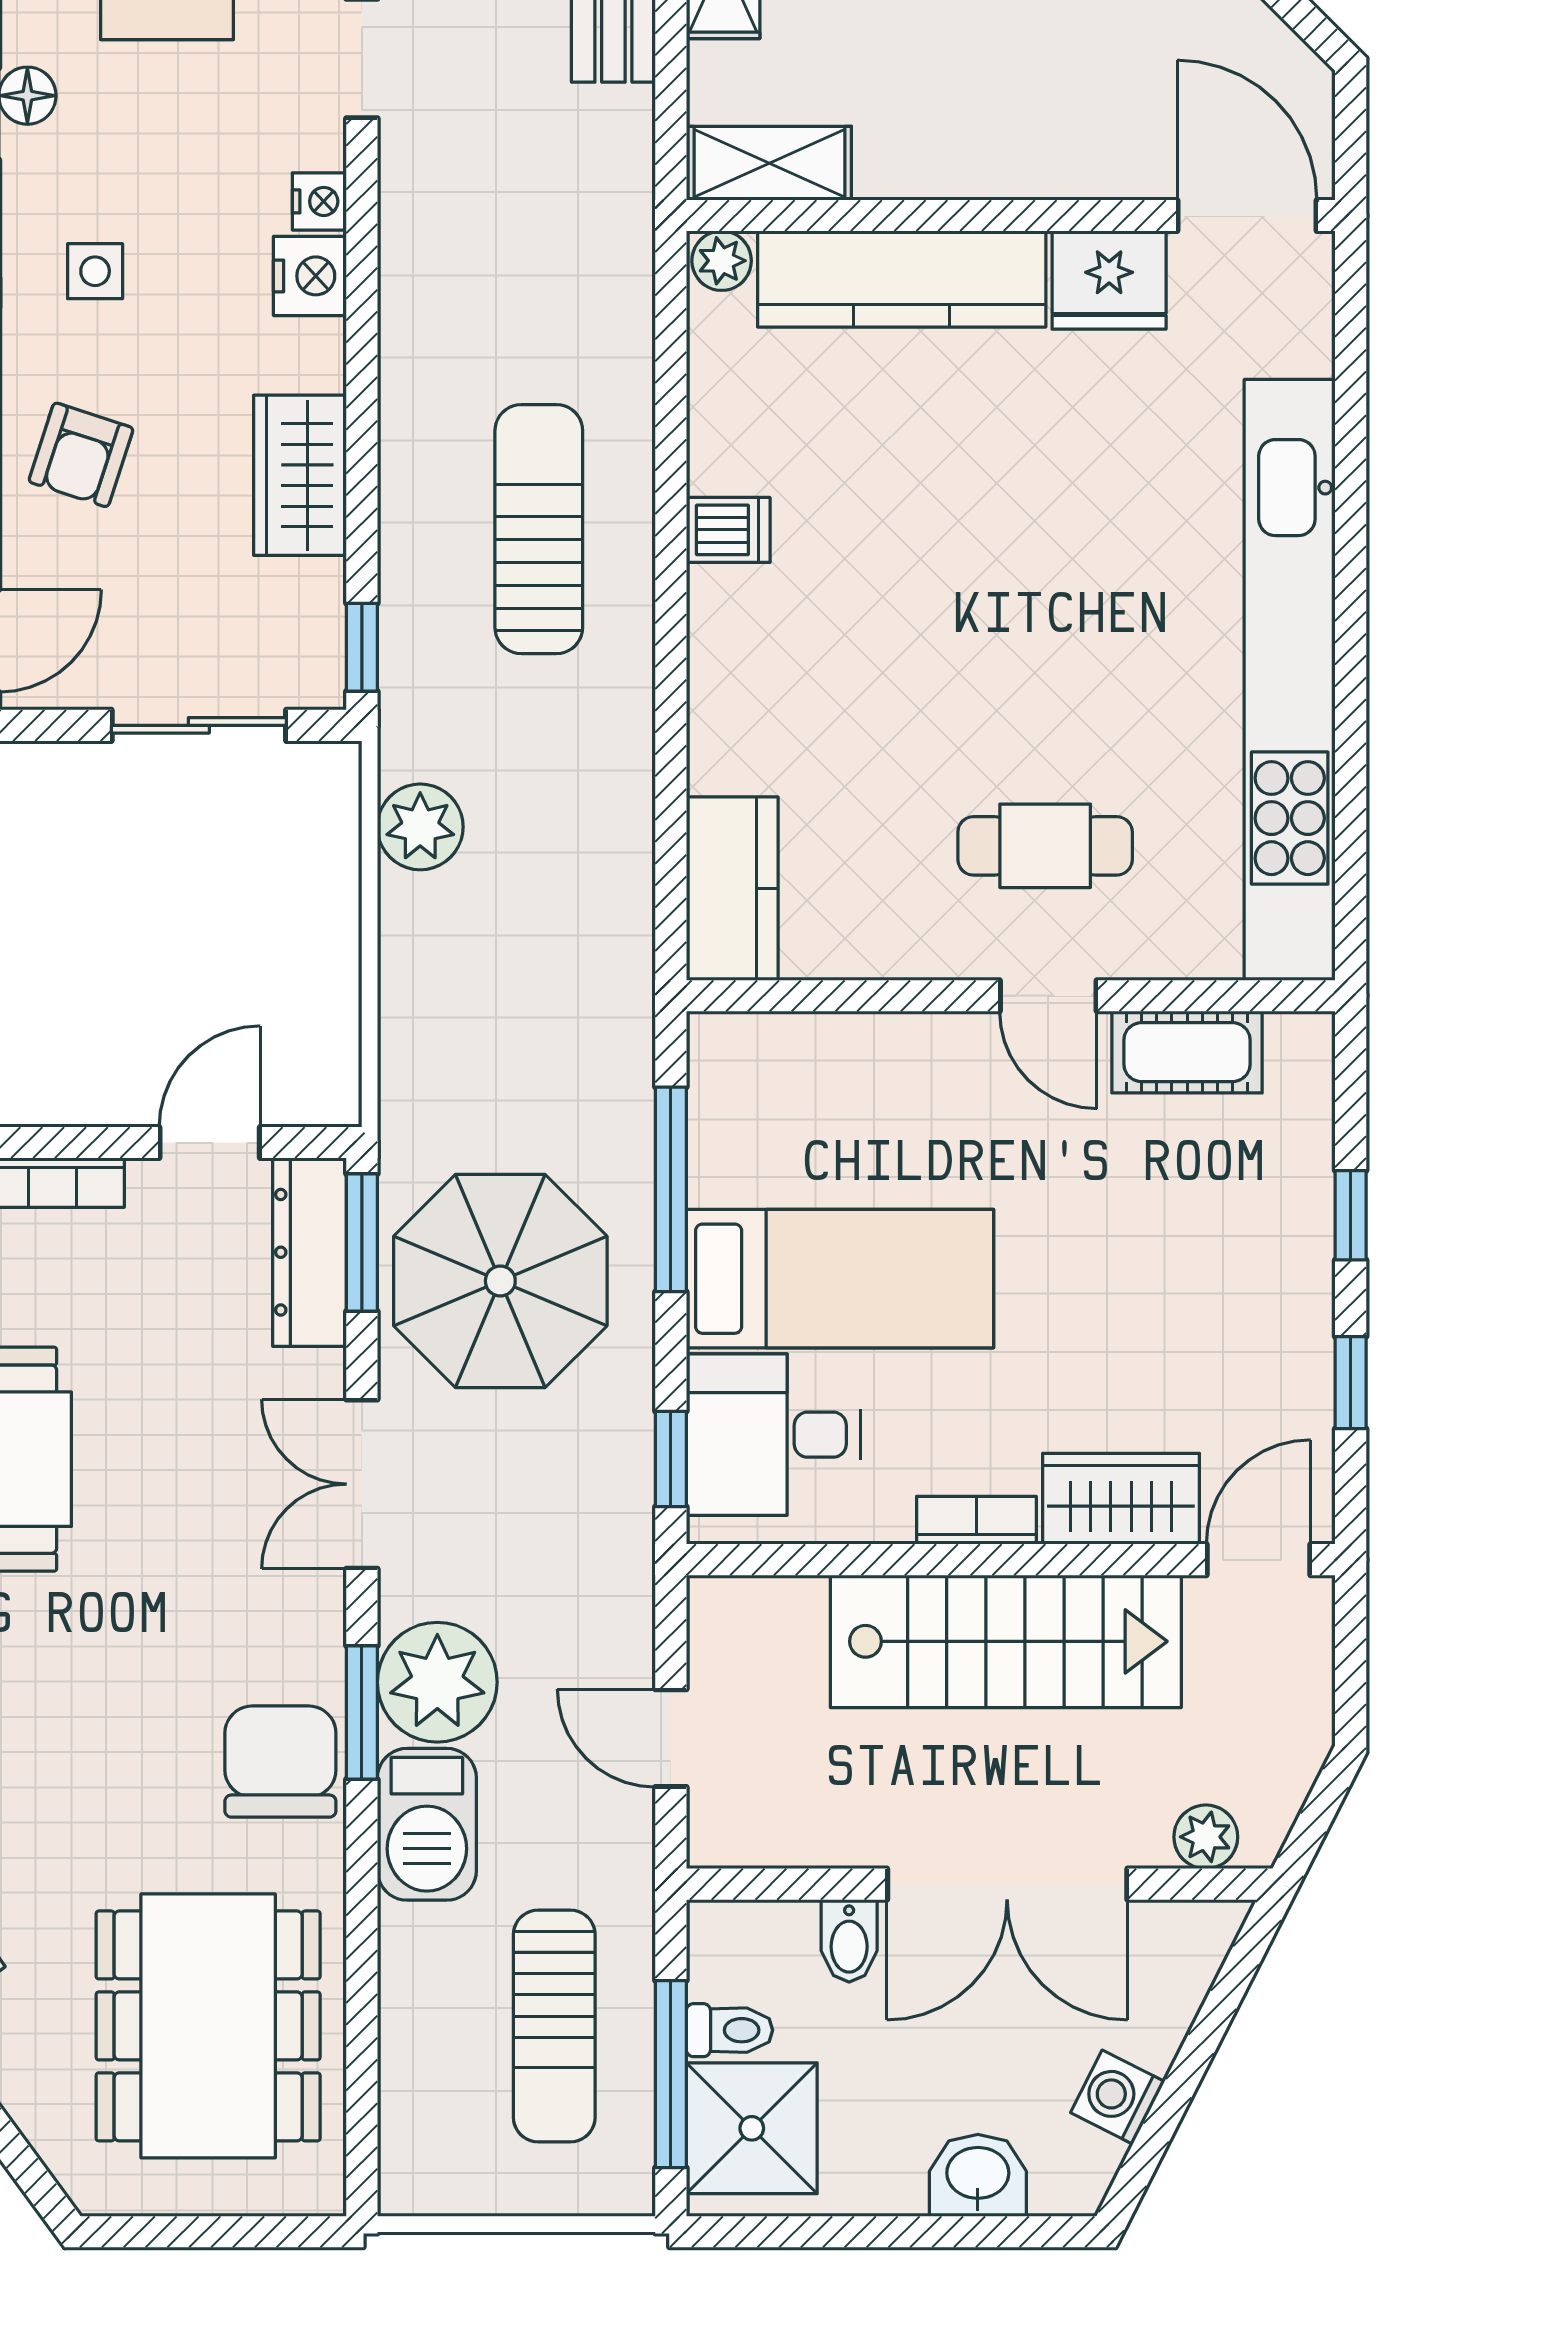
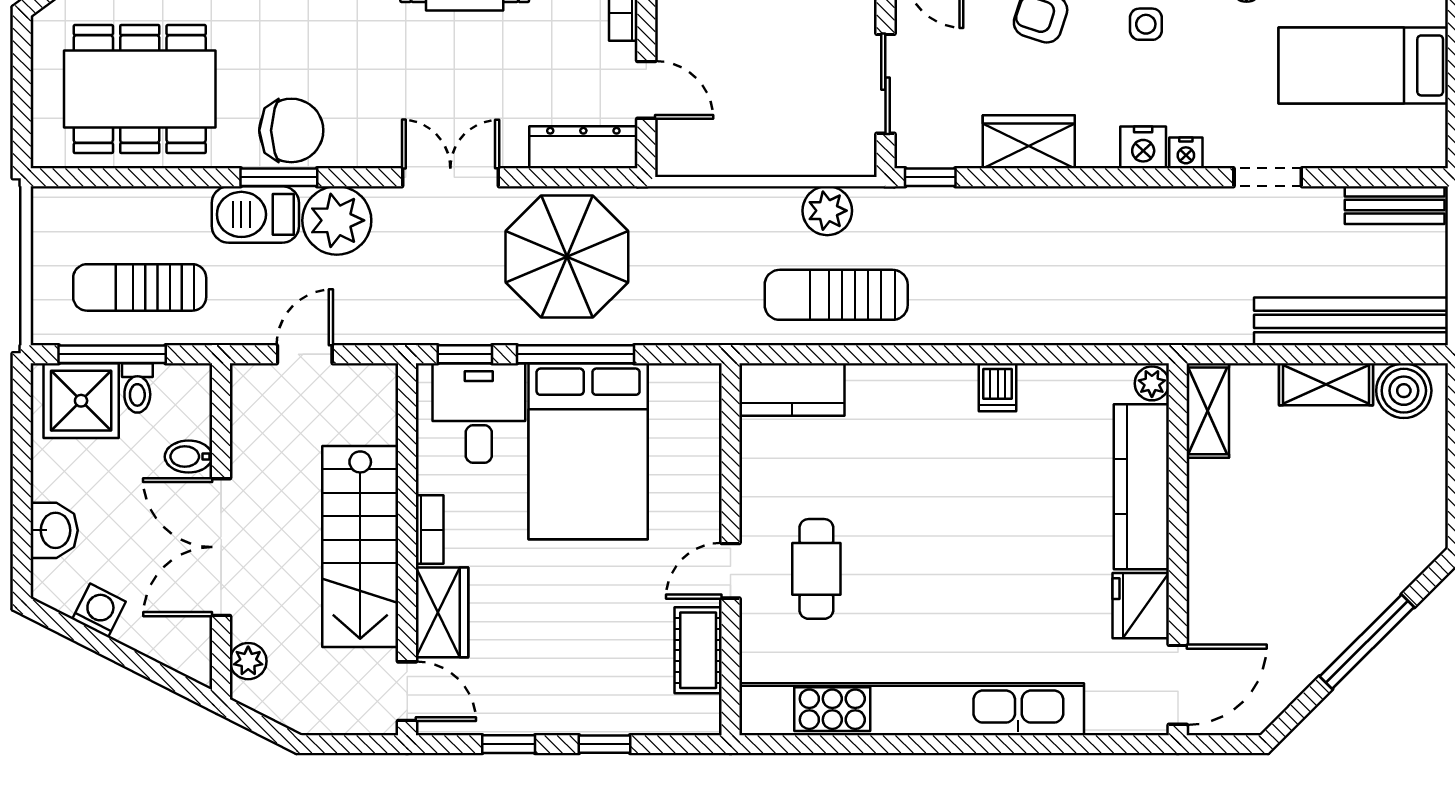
sun lounger: (539, 529) -> (836, 295), moved, turned 180
window: (671, 1189) -> (576, 354), moved
window: (362, 1242) -> (589, 177), removed
bed: (840, 1279) -> (588, 451), width x1.50
window: (362, 1713) -> (279, 177), moved

